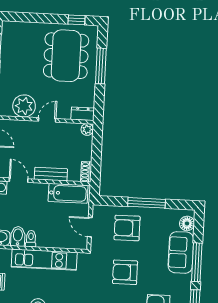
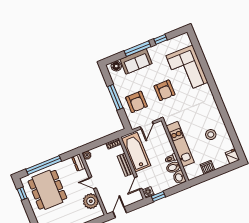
dining table: (66, 56) -> (47, 190), turned 90
window: (101, 66) -> (44, 165), width x1.46
bathtub: (68, 193) -> (136, 152), width x1.36, depth x1.36

